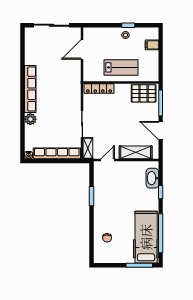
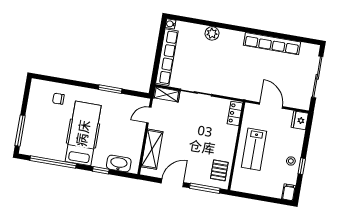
fridge: (90, 34) -> (300, 120), added
filing cabinet: (152, 45) -> (289, 192), moved
door: (82, 50) -> (271, 105), moved
row of seats: (30, 89) -> (272, 44), moved
locker: (99, 89) -> (235, 113), width x0.66
pallet: (144, 93) -> (219, 170), width x0.67, depth x0.71
door: (108, 160) -> (149, 115), swing flipped
hospital bed: (146, 237) -> (83, 133), moved, turned -90

